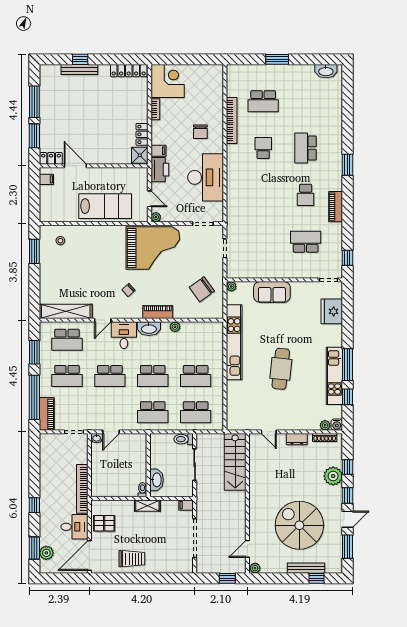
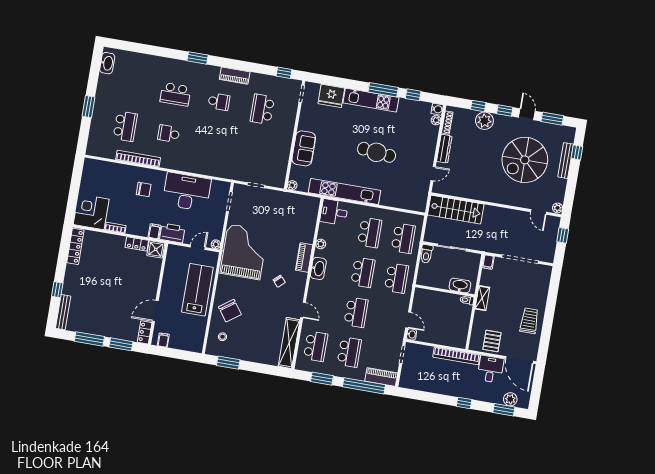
bench: (79, 70) -> (63, 312), moved
chair: (202, 289) -> (230, 311), moved
desk: (124, 335) -> (334, 212), moved
kitchen unit: (334, 376) -> (371, 100), moved
dresser: (297, 439) -> (444, 149), width x1.44

